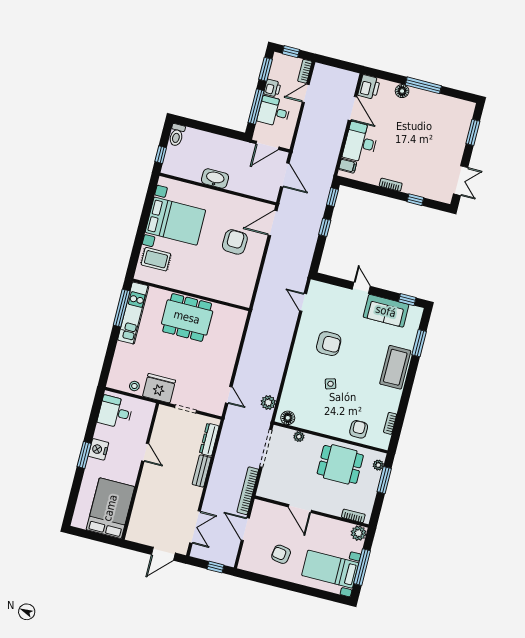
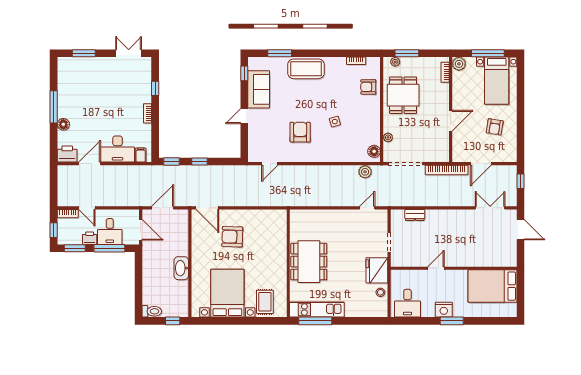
dresser: (209, 440) -> (415, 215), width x0.70
bench: (202, 471) -> (440, 215), removed

